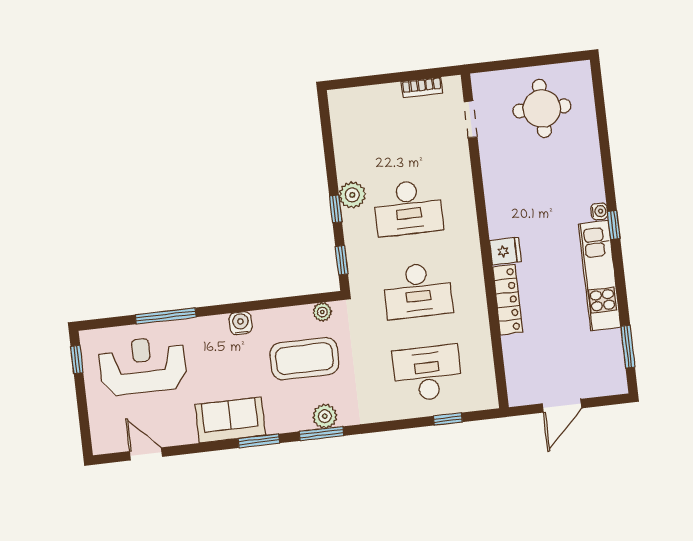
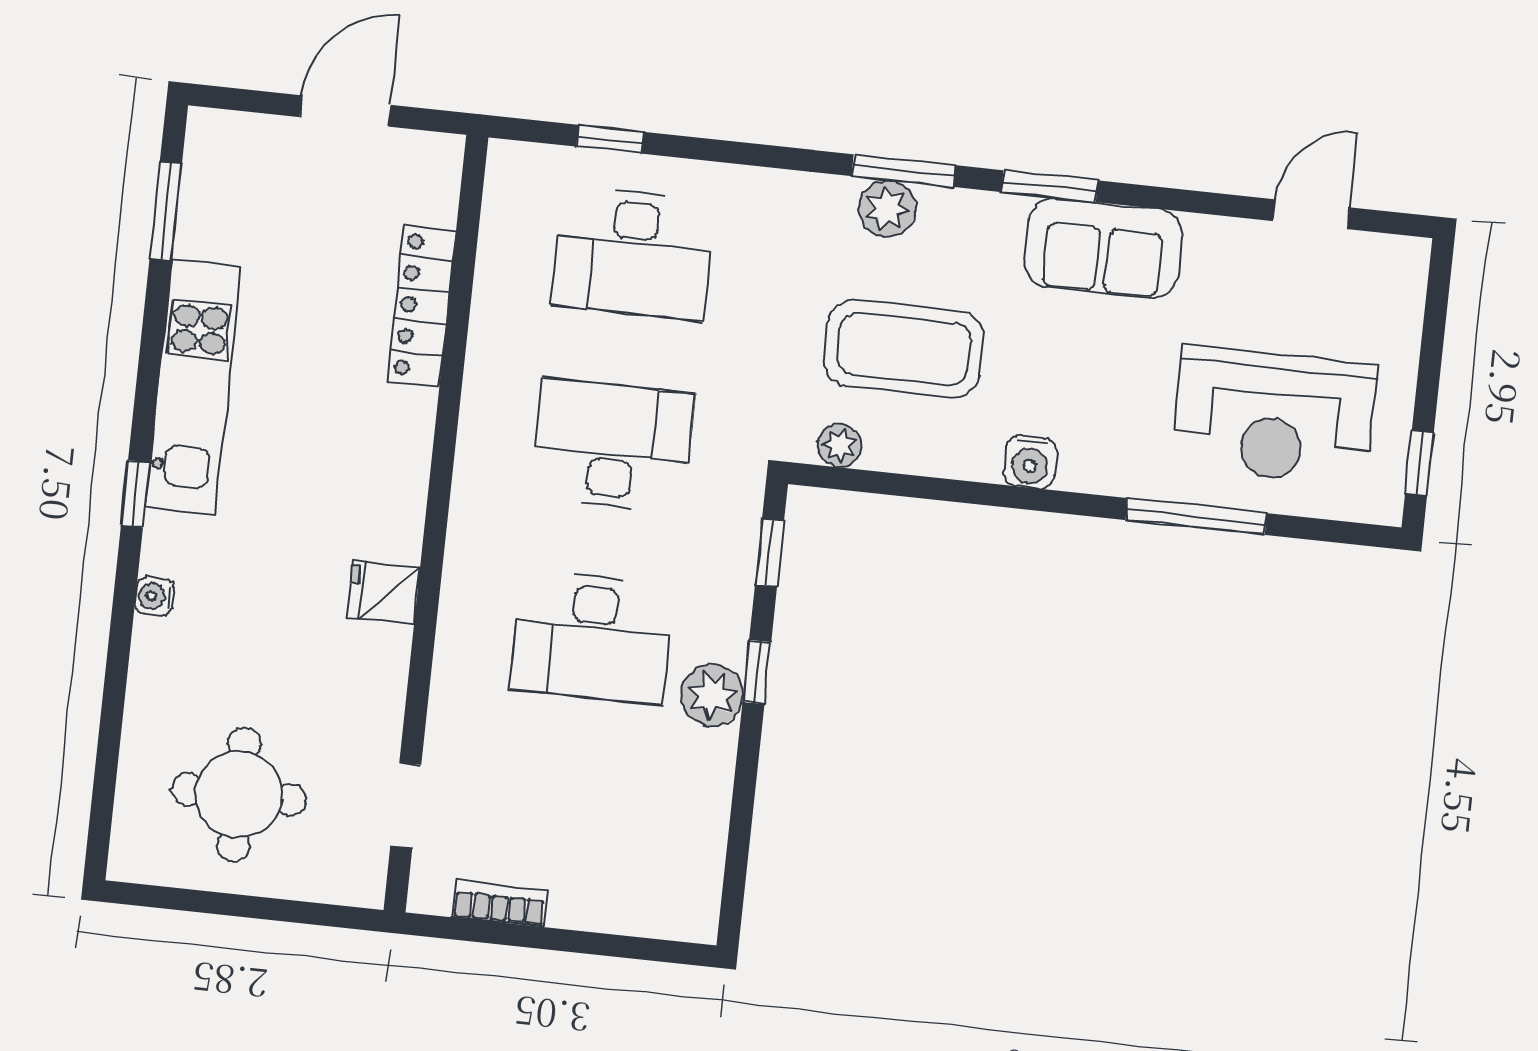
desk: (408, 208) -> (592, 637), turned 180
water cooler: (599, 211) -> (154, 596), moved
fridge: (505, 251) -> (383, 592), moved
locker: (508, 300) -> (422, 306), moved
door: (146, 454) -> (1311, 214), swing flipped

